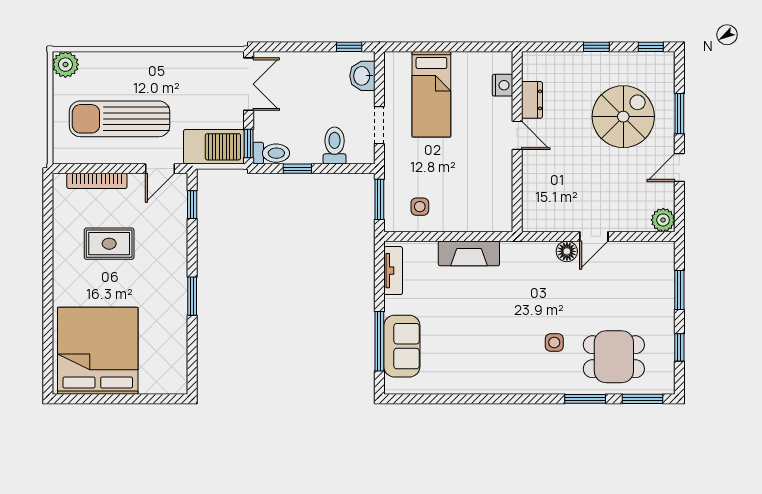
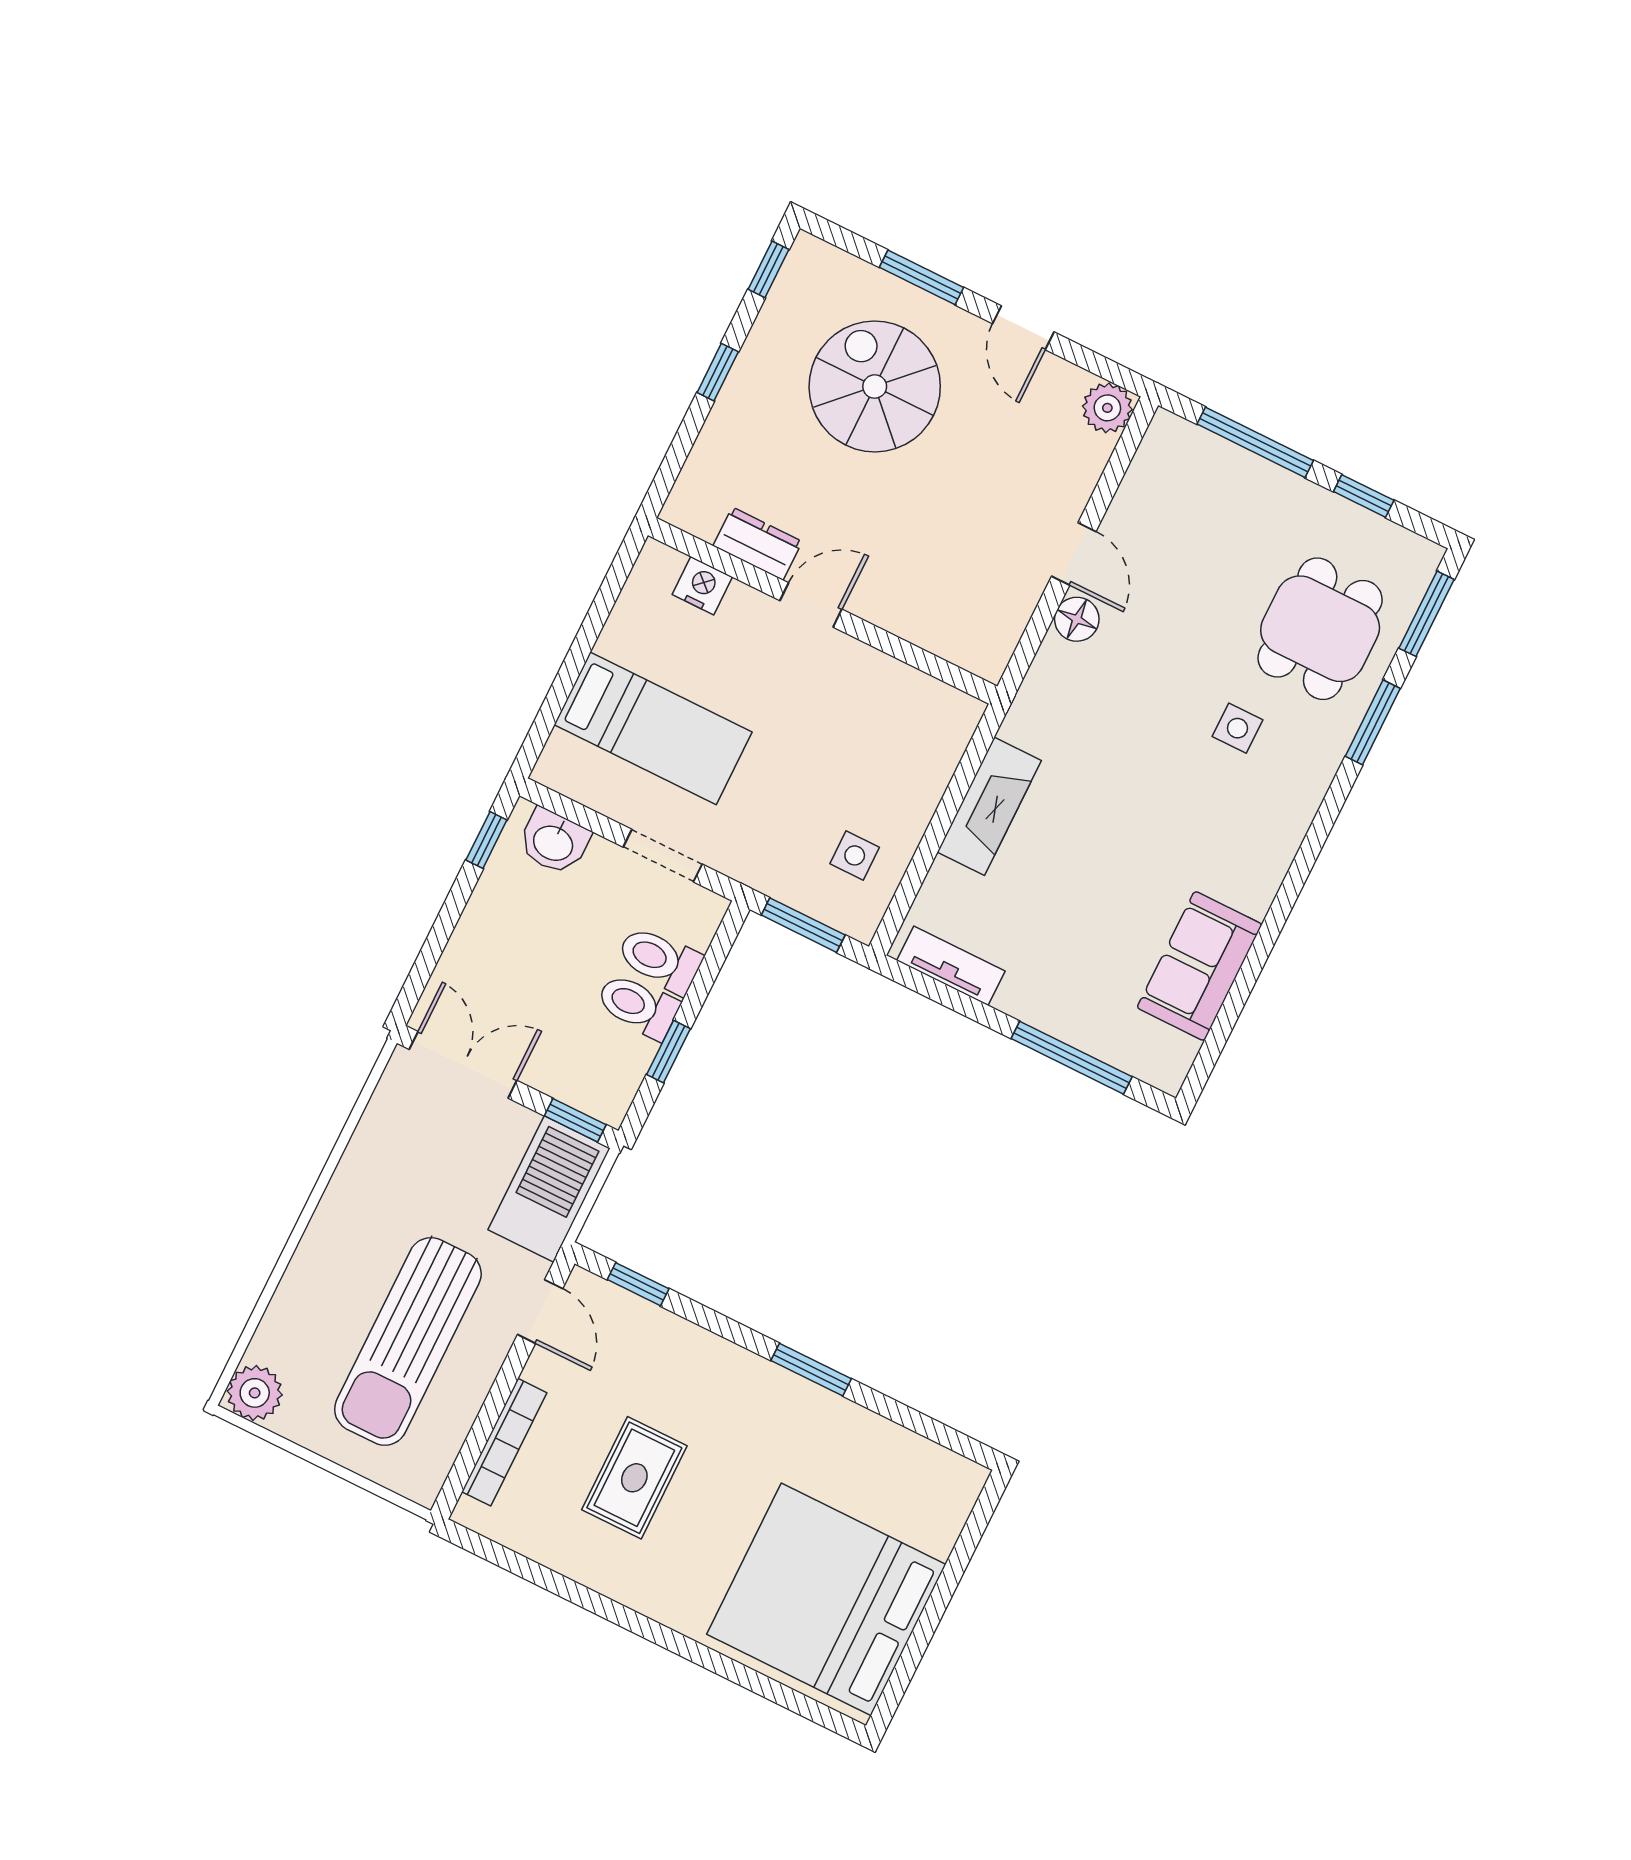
toilet: (271, 153) -> (638, 1006), moved, turned -90
window: (679, 290) -> (1255, 442), width x1.44
sofa: (402, 346) -> (1200, 966), moved, turned -90

